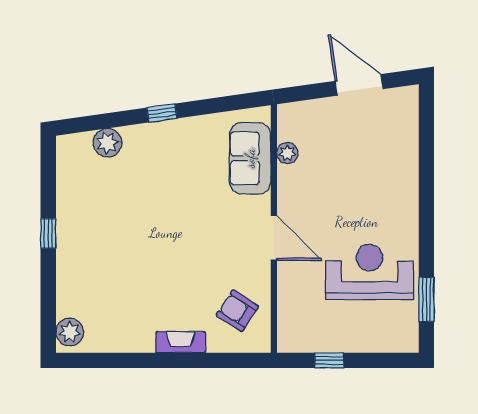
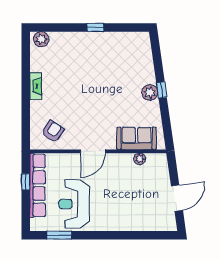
plant: (107, 143) -> (150, 93), moved
reception desk: (370, 272) -> (74, 204), turned 180
row of seats: (336, 339) -> (38, 185), added
fireplace: (181, 342) -> (36, 86), moved

